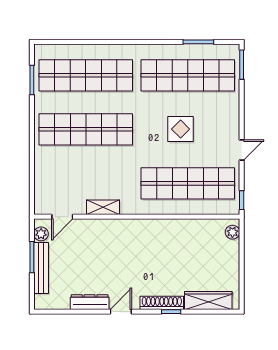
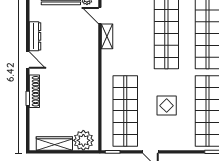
shelving: (103, 207) -> (107, 36), moved
plant: (232, 232) -> (83, 140), width x1.87, depth x1.87
wardrobe: (208, 300) -> (54, 144), moved, turned -90

